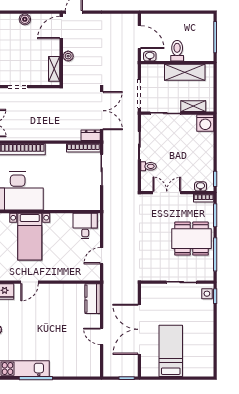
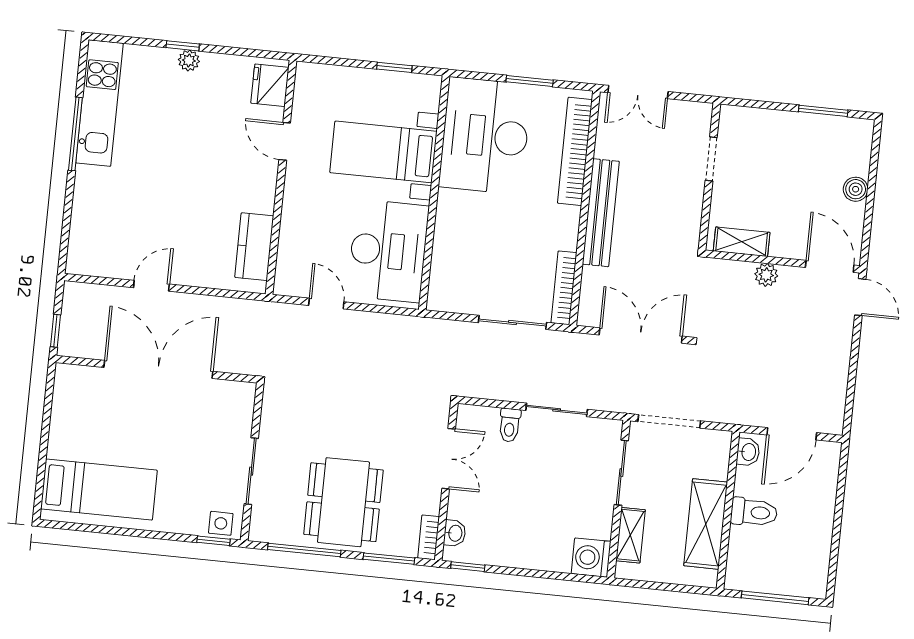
double door: (102, 111) -> (641, 335), swing flipped
bench: (47, 135) -> (601, 213), added
dresser: (91, 135) -> (590, 306), removed
desk: (85, 226) -> (388, 251), width x1.87, depth x1.30
kitchen counter: (93, 299) -> (254, 247), moved, turned -90
bed: (171, 351) -> (99, 490), moved

